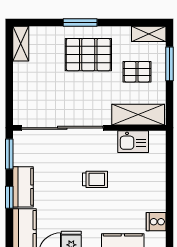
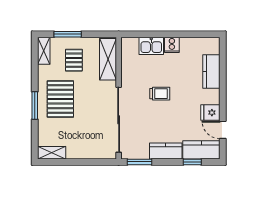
kitchen sink: (133, 142) -> (151, 46), moved, turned 90
trolley: (95, 179) -> (160, 94), turned 90
window: (9, 197) -> (192, 162), moved
cooker: (156, 222) -> (172, 45), moved

